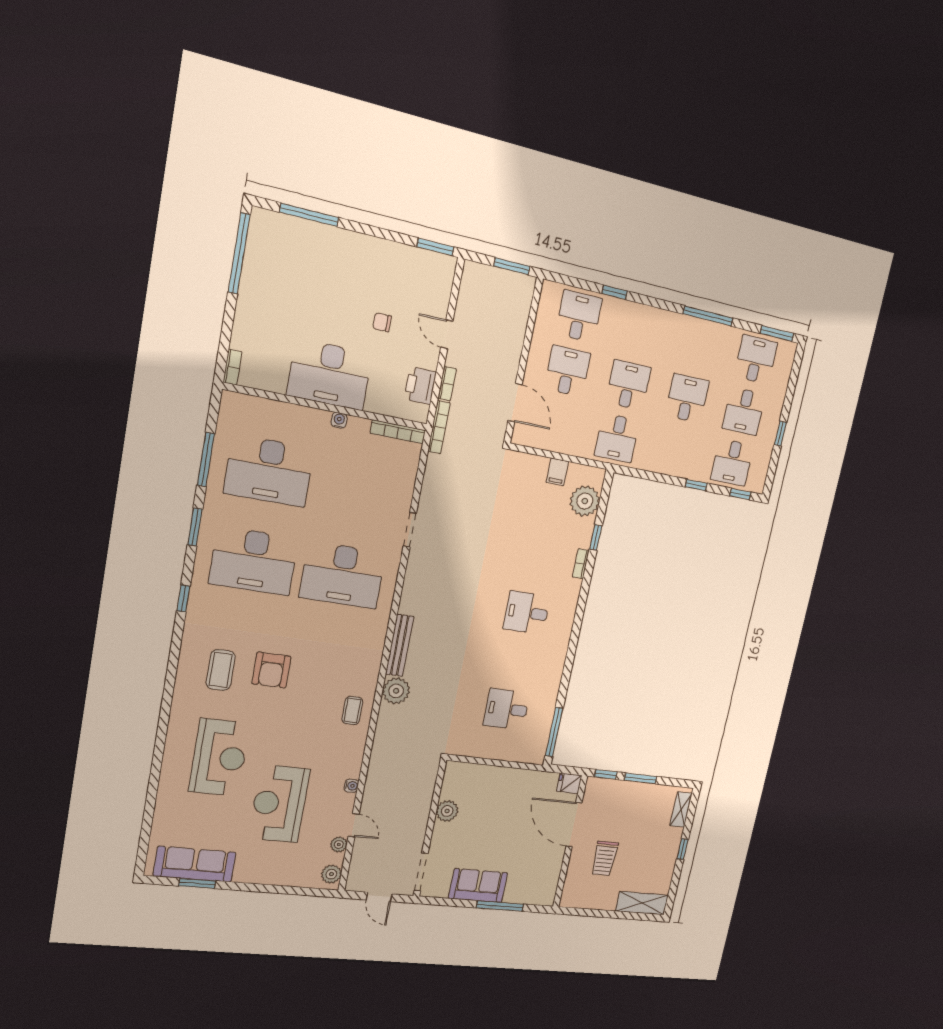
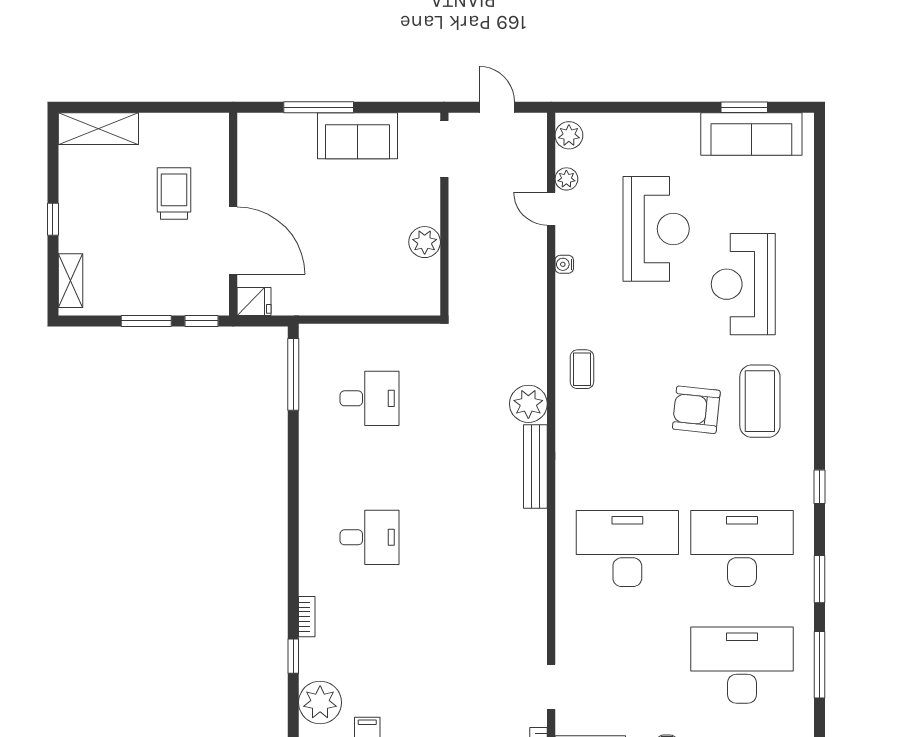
doorway: (410, 530) -> (551, 687), moved
coffee table: (221, 670) -> (760, 401), width x1.36, depth x1.32
armchair: (271, 670) -> (696, 410), turned -84

